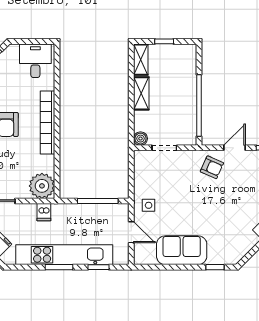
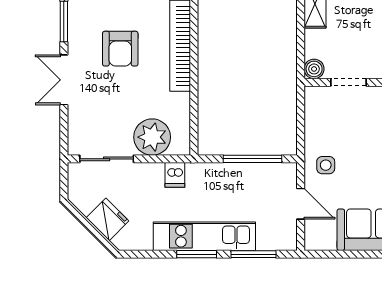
plant: (42, 186) -> (152, 137), moved
kitchen unit: (64, 255) -> (204, 236), width x0.73
window: (98, 267) -> (253, 254), width x1.50

